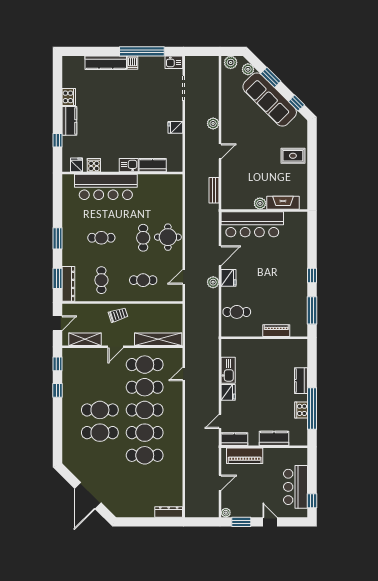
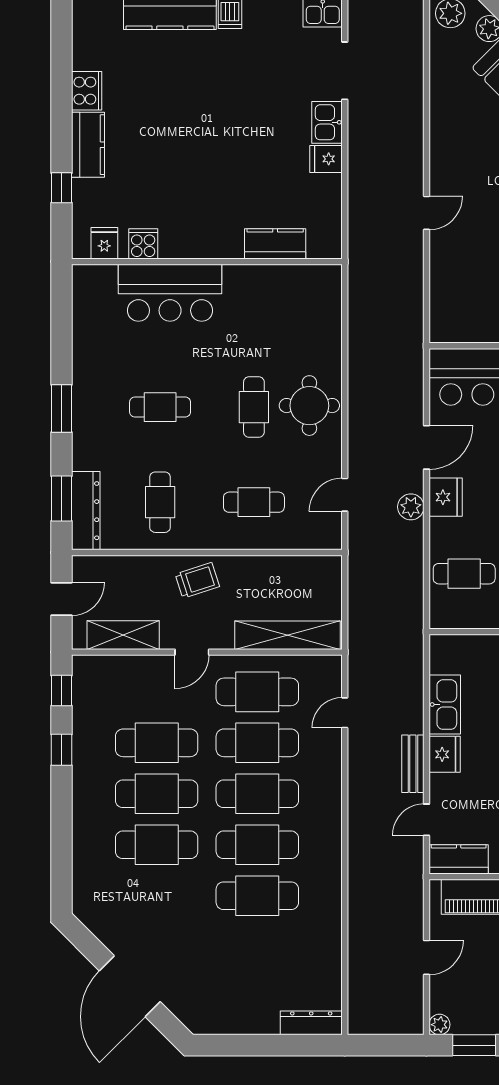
plant: (213, 123) -> (411, 150), removed
kitchen sink: (129, 165) -> (327, 122), moved, turned -90
bar counter: (106, 187) -> (170, 293), width x0.73
bench: (214, 190) -> (413, 764), moved
cafe table: (100, 387) -> (157, 743), added

